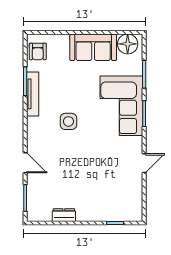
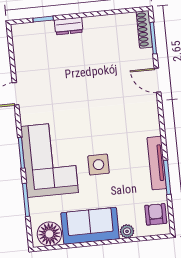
plant: (63, 40) -> (127, 231), added
side table: (68, 121) -> (99, 165), moved
shoe rack: (32, 206) -> (144, 29), added
dresser: (64, 215) -> (69, 26), moved

